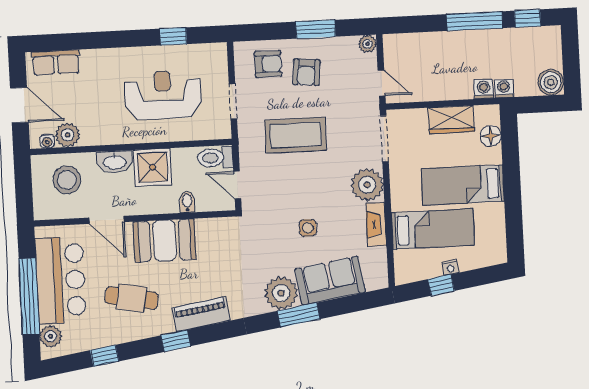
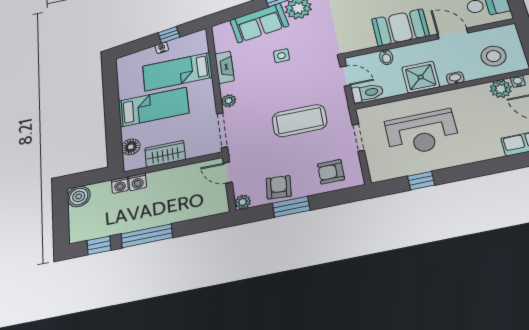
armchair: (306, 72) -> (279, 187), moved
washbasin: (115, 162) -> (455, 78), width x0.52, depth x0.69
plant: (367, 185) -> (229, 101), width x0.53, depth x0.53

